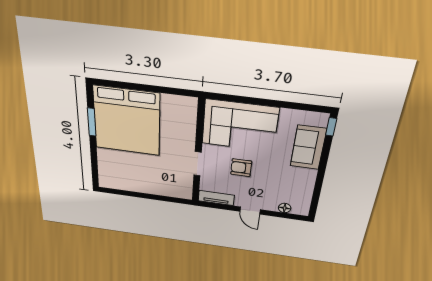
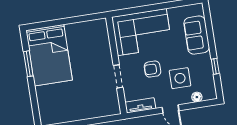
bed: (127, 121) -> (49, 55), width x0.73
window: (331, 127) -> (215, 66), moved
side table: (271, 185) -> (180, 78), added

